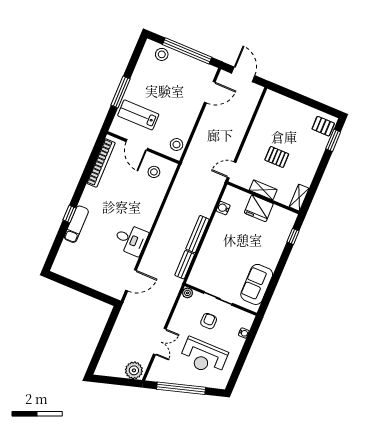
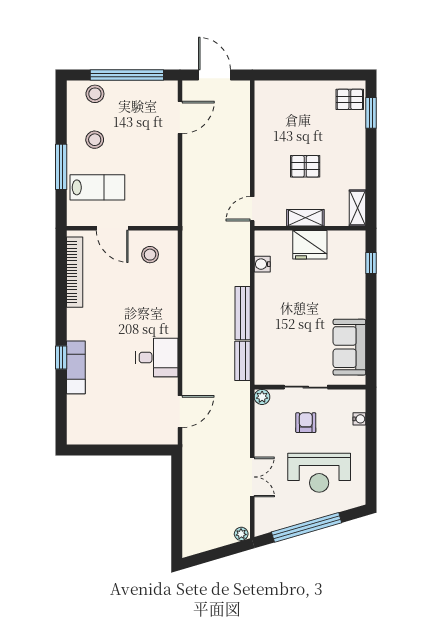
lab bench: (138, 115) -> (97, 187), turned 180
stool: (177, 145) -> (95, 140), moved
plant: (134, 370) -> (241, 534), width x0.53, depth x0.53

